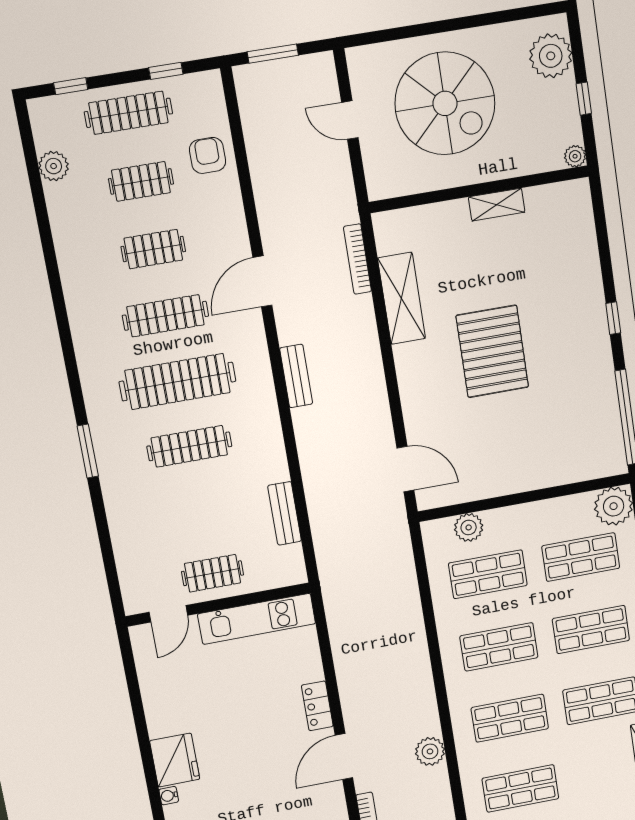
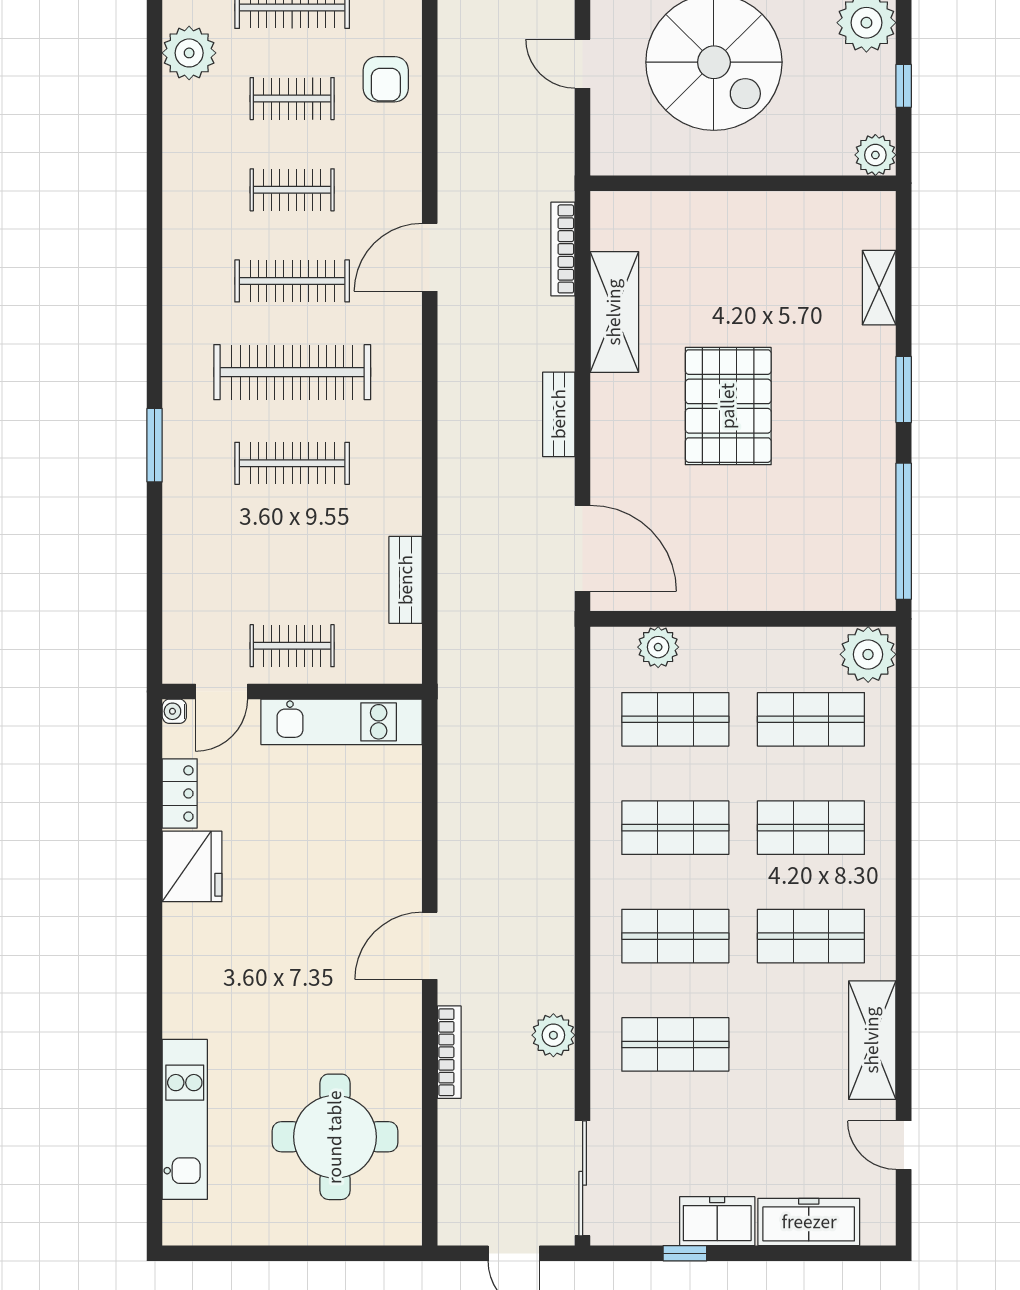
armchair: (208, 155) -> (386, 79), turned 180
plant: (575, 156) -> (875, 155), width x1.38, depth x1.38
plant: (54, 166) -> (189, 53), width x1.36, depth x1.36
shelving: (497, 205) -> (879, 288), moved, turned 90
window: (613, 318) -> (904, 390), width x1.50
bench: (296, 376) -> (559, 414), moved
door: (405, 469) -> (583, 548), width x1.36
locker: (317, 706) -> (180, 793), moved, turned 180
plant: (430, 751) -> (553, 1035), moved
fridge: (175, 760) -> (192, 866), moved
water cooler: (169, 796) -> (174, 711), moved

